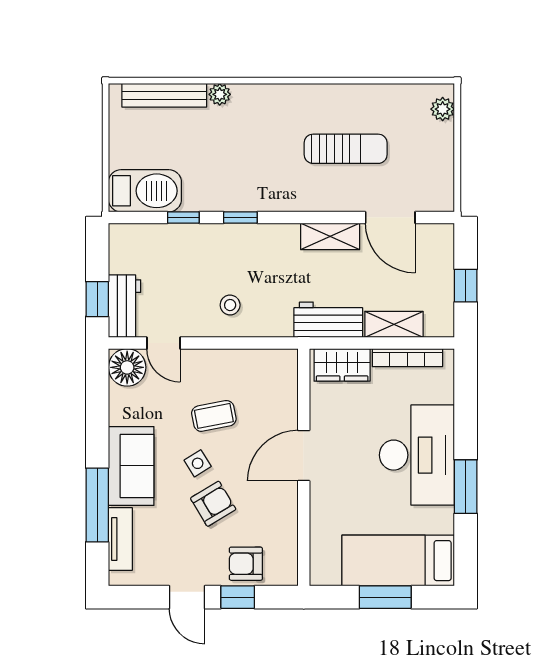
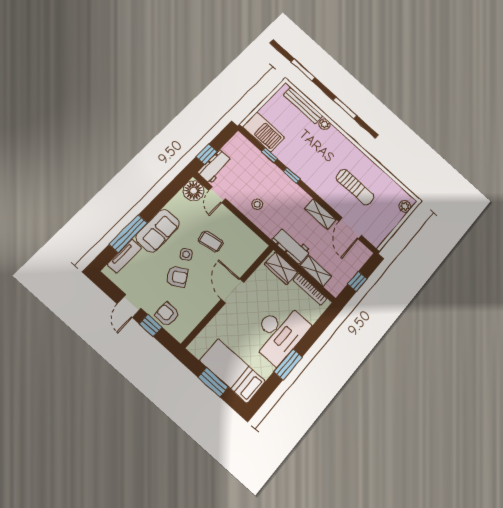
door: (304, 456) -> (233, 291), hinge flipped

